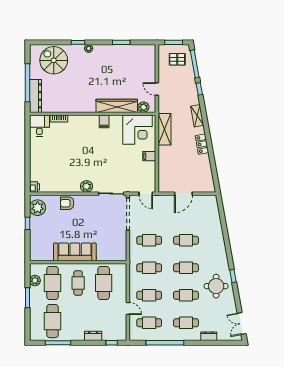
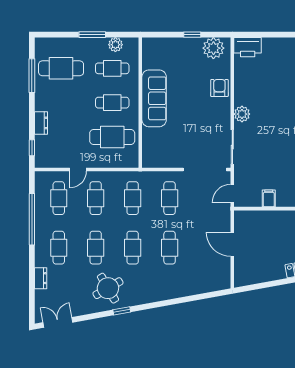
filing cabinet: (149, 156) -> (269, 198), moved
printer: (34, 187) -> (248, 47), width x1.87, depth x1.48
cafe table: (53, 283) -> (112, 68), width x0.73, depth x0.74
round table: (216, 286) -> (108, 288), turned -30

